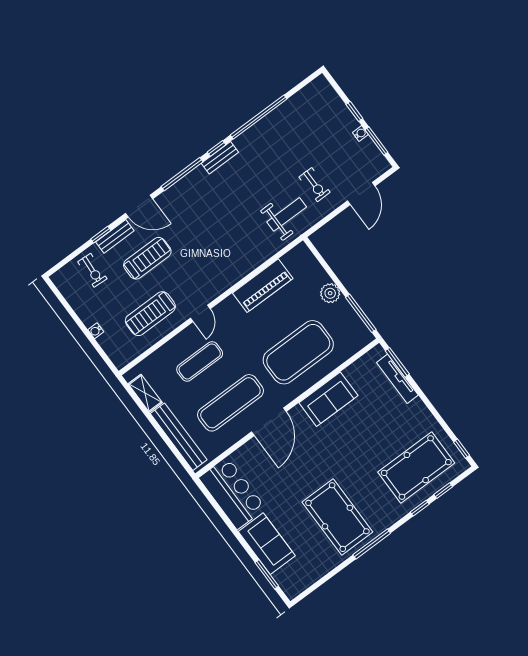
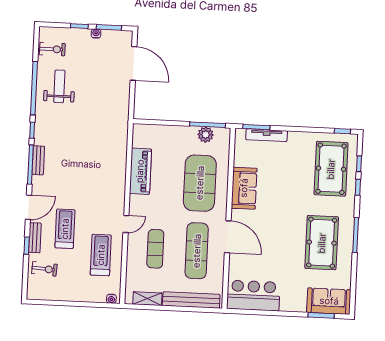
bench: (220, 158) -> (38, 160), moved
exercise bike: (315, 185) -> (52, 49), moved
door: (361, 193) -> (134, 63), width x1.36
weight bench: (287, 214) -> (59, 86), moved
plant: (330, 293) -> (206, 135), moved
door: (200, 313) -> (126, 224), hinge flipped
treadmill: (150, 314) -> (101, 255), turned 180
water cooler: (96, 331) -> (111, 299), moved
pool table: (337, 517) -> (322, 243), turned 90
sofa: (267, 544) -> (329, 301), moved

